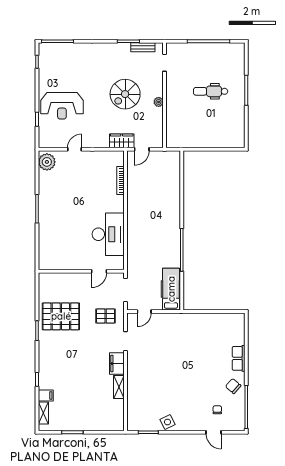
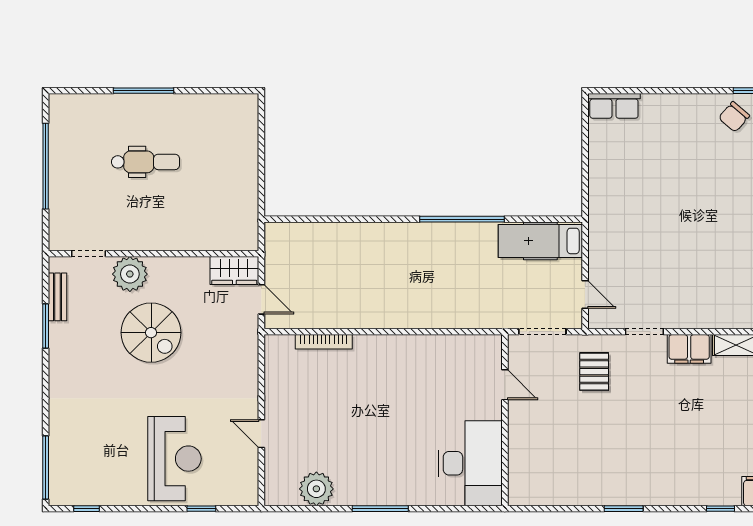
dental chair: (211, 91) -> (146, 162), turned -90
plant: (159, 102) -> (130, 274), moved, width x1.88, depth x1.88
wardrobe: (122, 141) -> (234, 271), moved, turned -90
plant: (47, 162) -> (316, 489), moved
desk: (108, 234) -> (470, 463), moved, turned 90
pallet: (61, 316) -> (595, 461), removed
row of seats: (239, 358) -> (614, 106), moved

